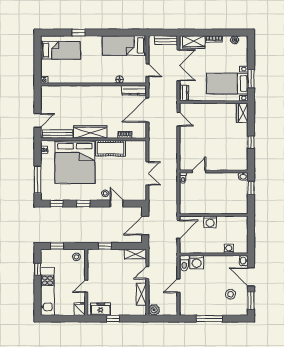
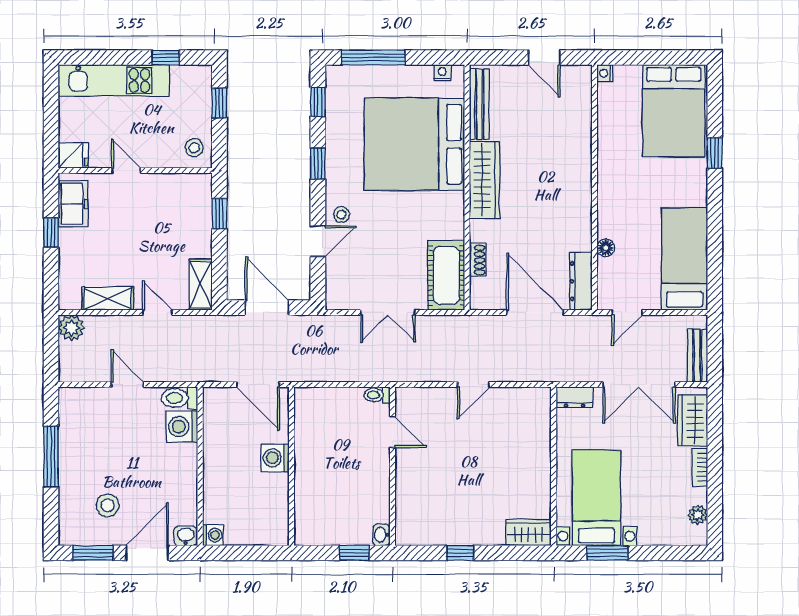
bed: (61, 50) -> (674, 111), width x1.50
door: (178, 119) -> (473, 385), moved
door: (38, 120) -> (544, 58), moved
cot: (111, 148) -> (446, 275), moved
washing machine: (229, 249) -> (213, 535), moved

